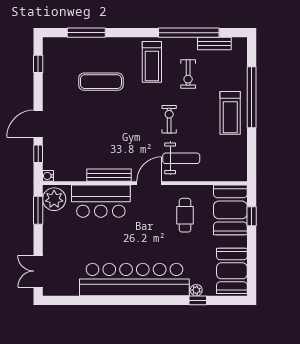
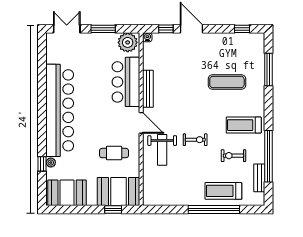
exercise mat: (101, 82) -> (227, 82), turned 90
treadmill: (230, 113) -> (223, 191), moved
window: (38, 210) -> (103, 29), moved

